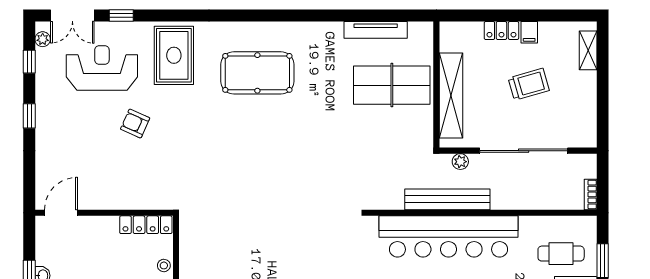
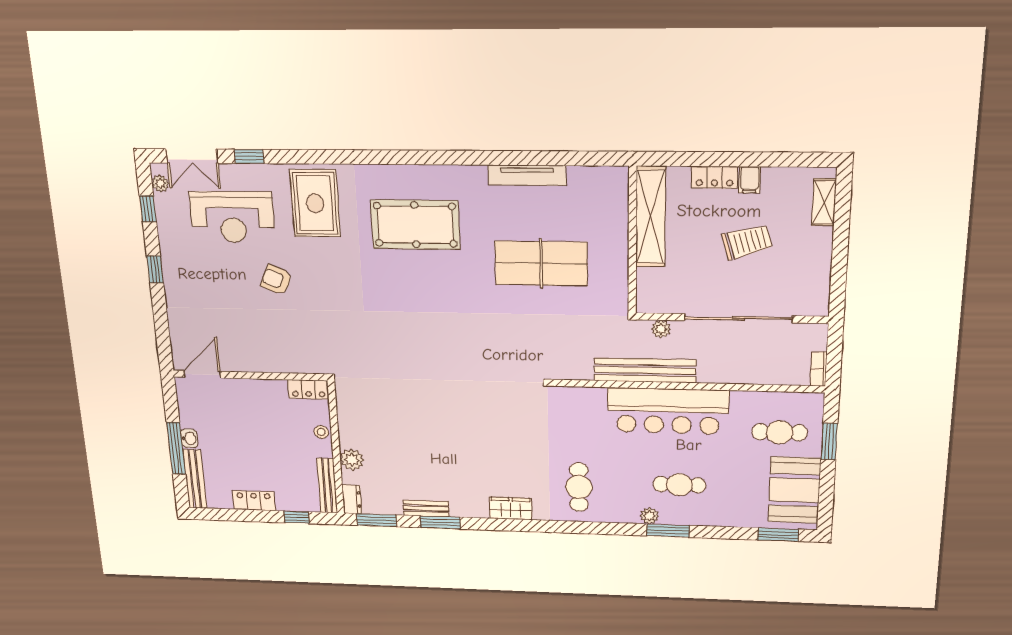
tv unit: (376, 30) -> (527, 175), moved
reception desk: (102, 68) -> (232, 217), turned 180
table tennis table: (392, 85) -> (541, 263), moved
shelving: (451, 96) -> (651, 217), moved
locker: (146, 225) -> (308, 389), width x0.66
bar counter: (448, 236) -> (668, 411), width x0.73

